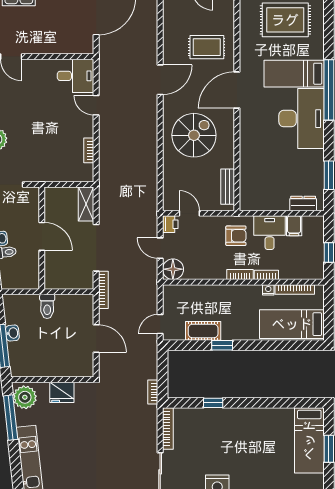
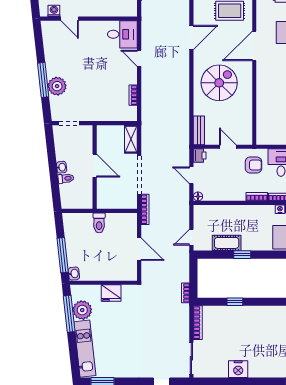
bench: (228, 187) -> (199, 130), moved
door: (189, 213) -> (228, 147), moved
floor lamp: (173, 269) -> (198, 196), width x0.53, depth x0.53
washbasin: (12, 333) -> (74, 274), moved
plant: (25, 397) -> (82, 310), moved

